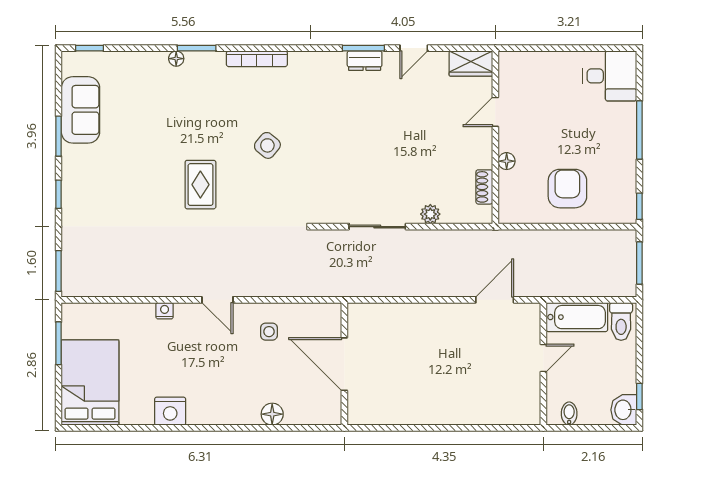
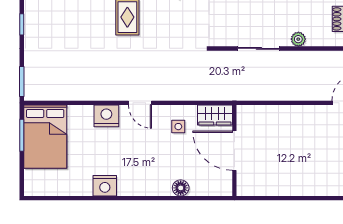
nightstand: (165, 311) -> (106, 116), width x1.89, depth x1.79
wardrobe: (318, 316) -> (215, 115), added
bed: (90, 382) -> (45, 137), moved, turned 180

